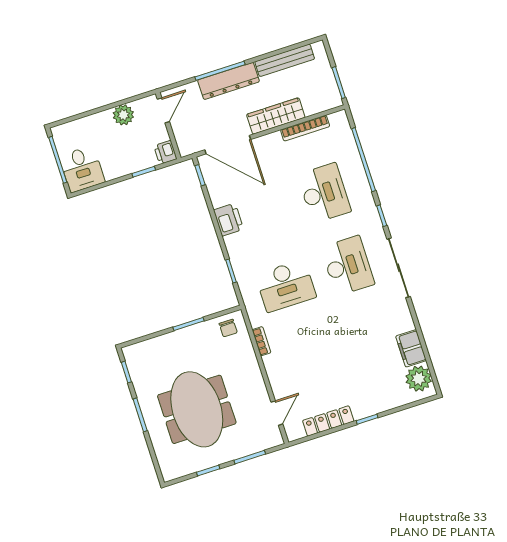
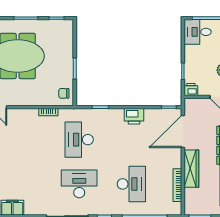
desk: (324, 193) -> (131, 184), turned -90
desk: (348, 266) -> (79, 184), turned 180

